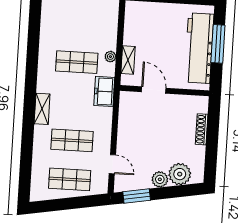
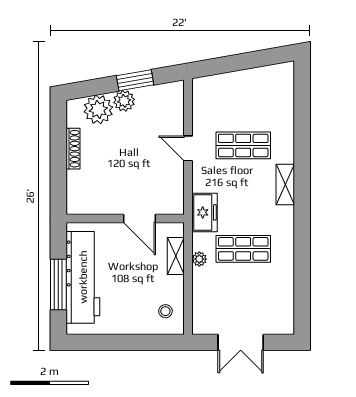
stool: (138, 19) -> (165, 311), added
shoe rack: (202, 129) -> (73, 149), moved
door: (112, 164) -> (188, 148), moved
shop shelf: (70, 179) -> (243, 94), removed
window: (137, 196) -> (135, 80), moved

